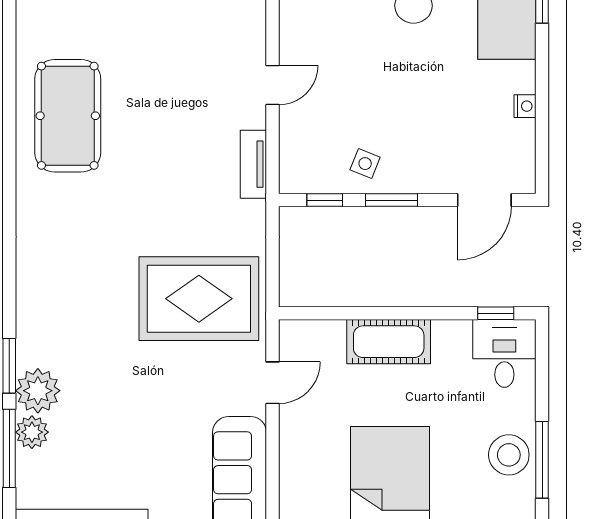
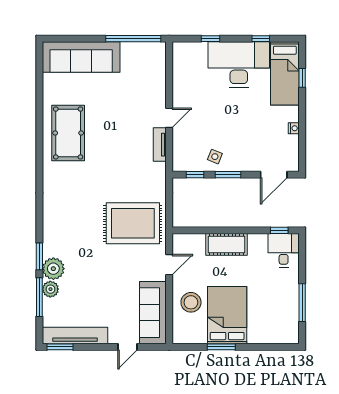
tv unit: (253, 164) -> (160, 145), moved
stool: (509, 455) -> (191, 302), moved

